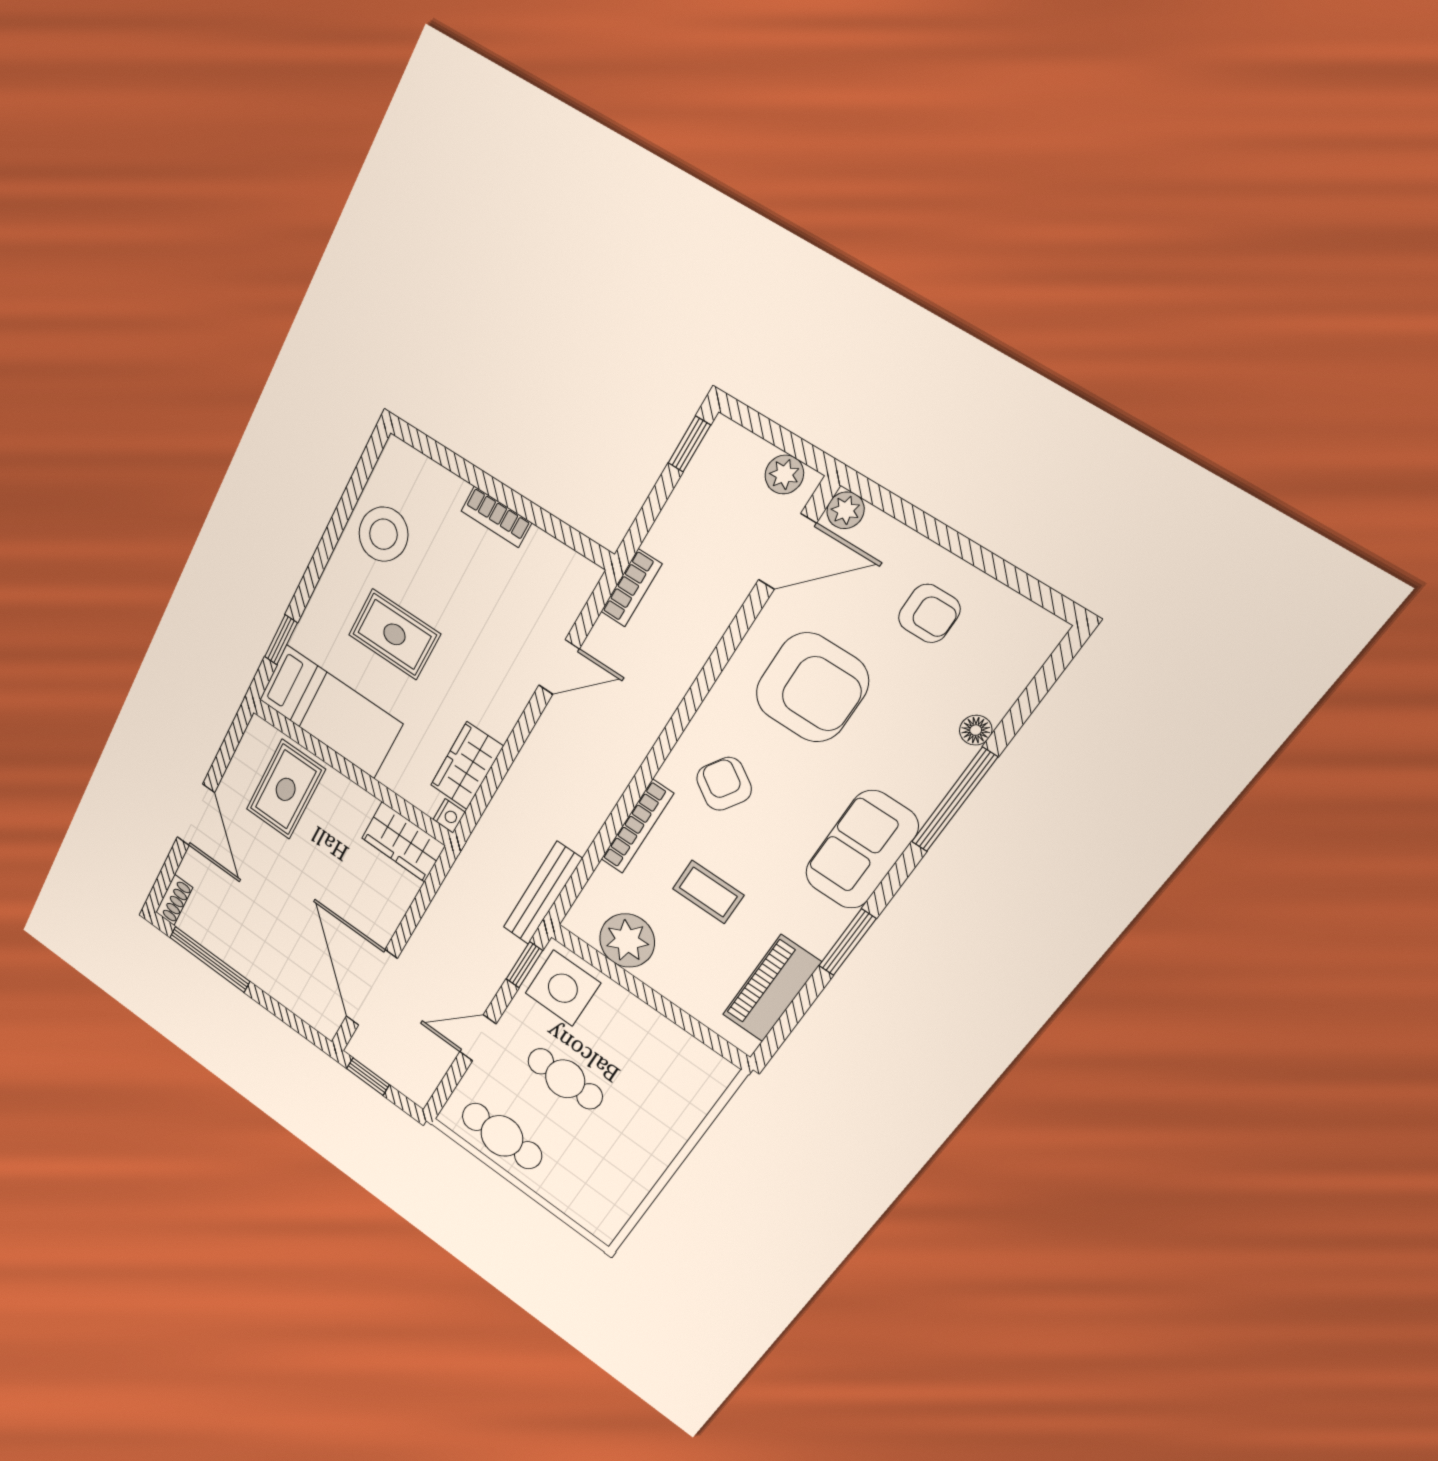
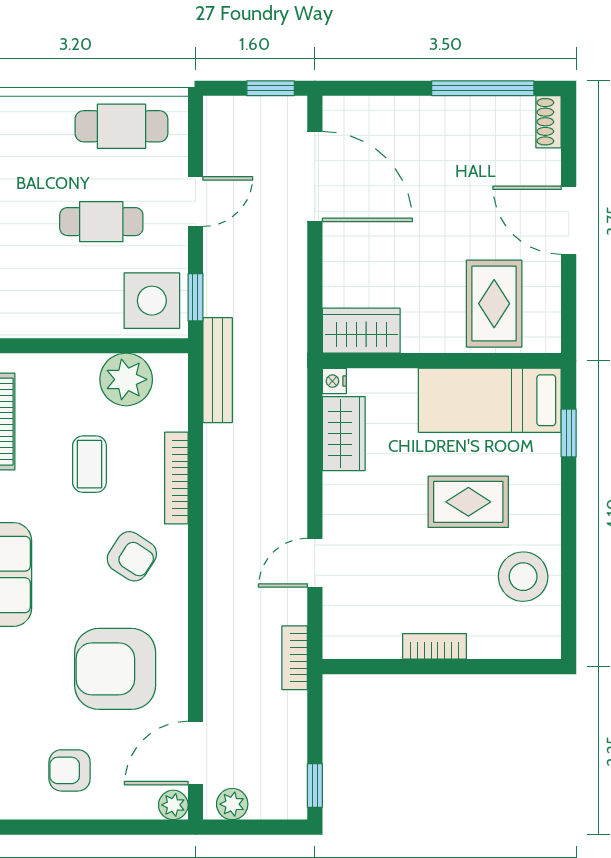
coffee table: (708, 892) -> (89, 464), turned 90

